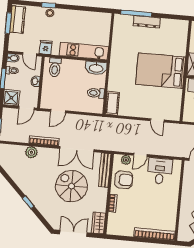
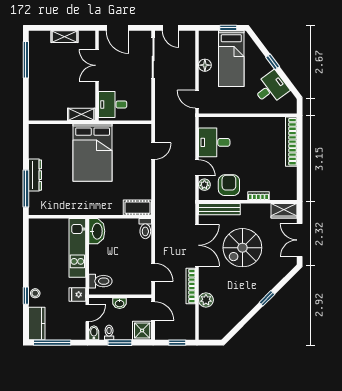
kitchen counter: (18, 20) -> (37, 324), moved, turned 90
window: (8, 23) -> (52, 343), width x1.44
toilet: (96, 93) -> (145, 229), moved

